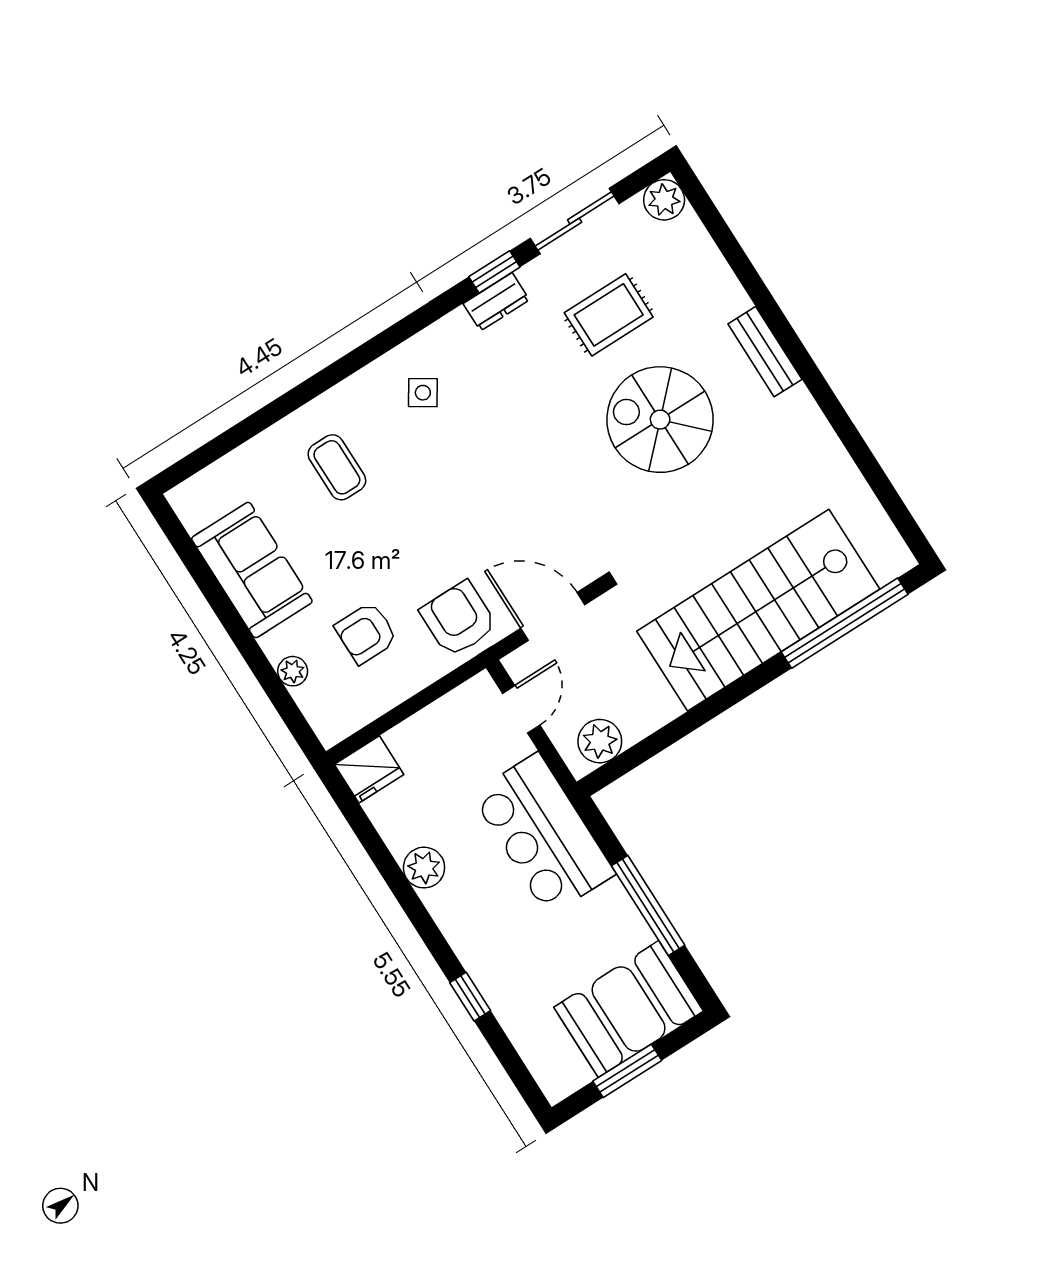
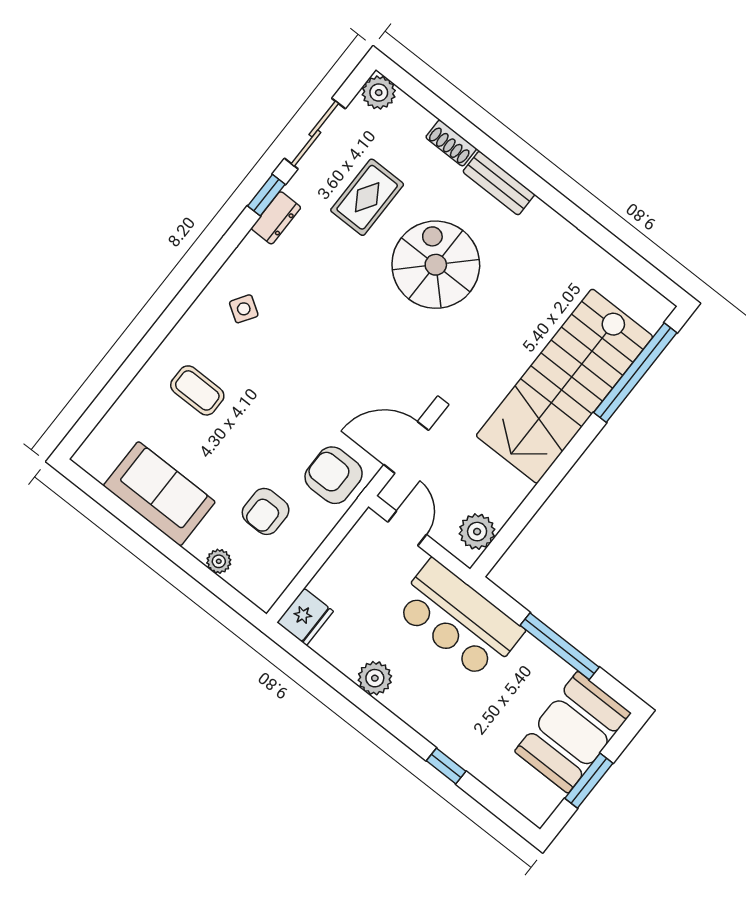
shoe rack: (727, 287) -> (451, 143), added
spiral stairs: (660, 420) -> (436, 265), turned 90

